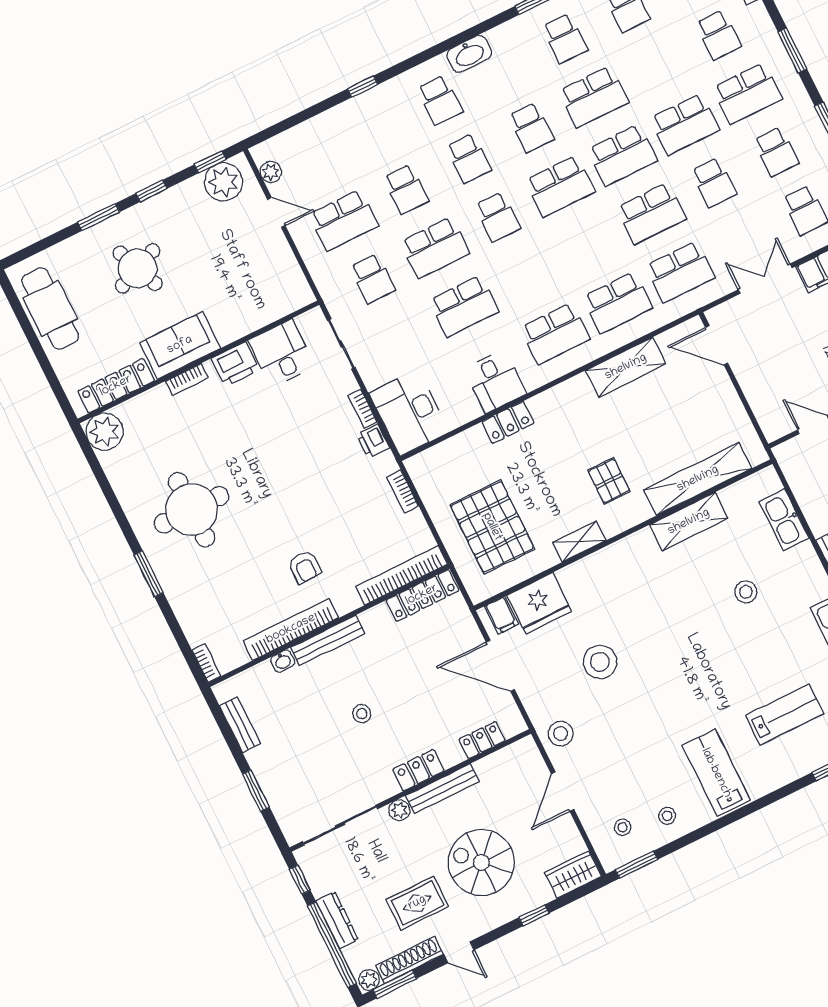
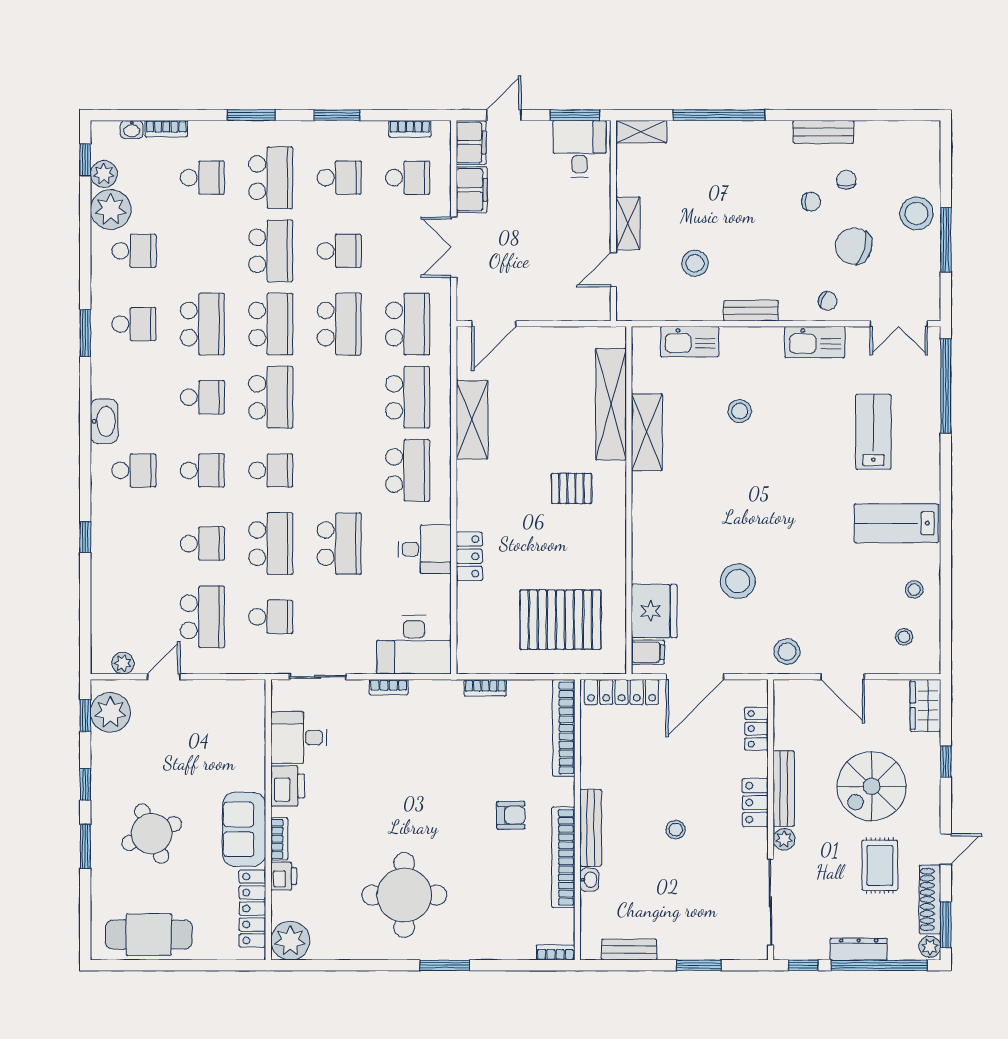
printer: (373, 441) -> (284, 876), moved, turned -90
shelving: (579, 542) -> (615, 545), removed
locker: (422, 595) -> (622, 692), moved, turned 90
window: (636, 865) -> (946, 641), removed

